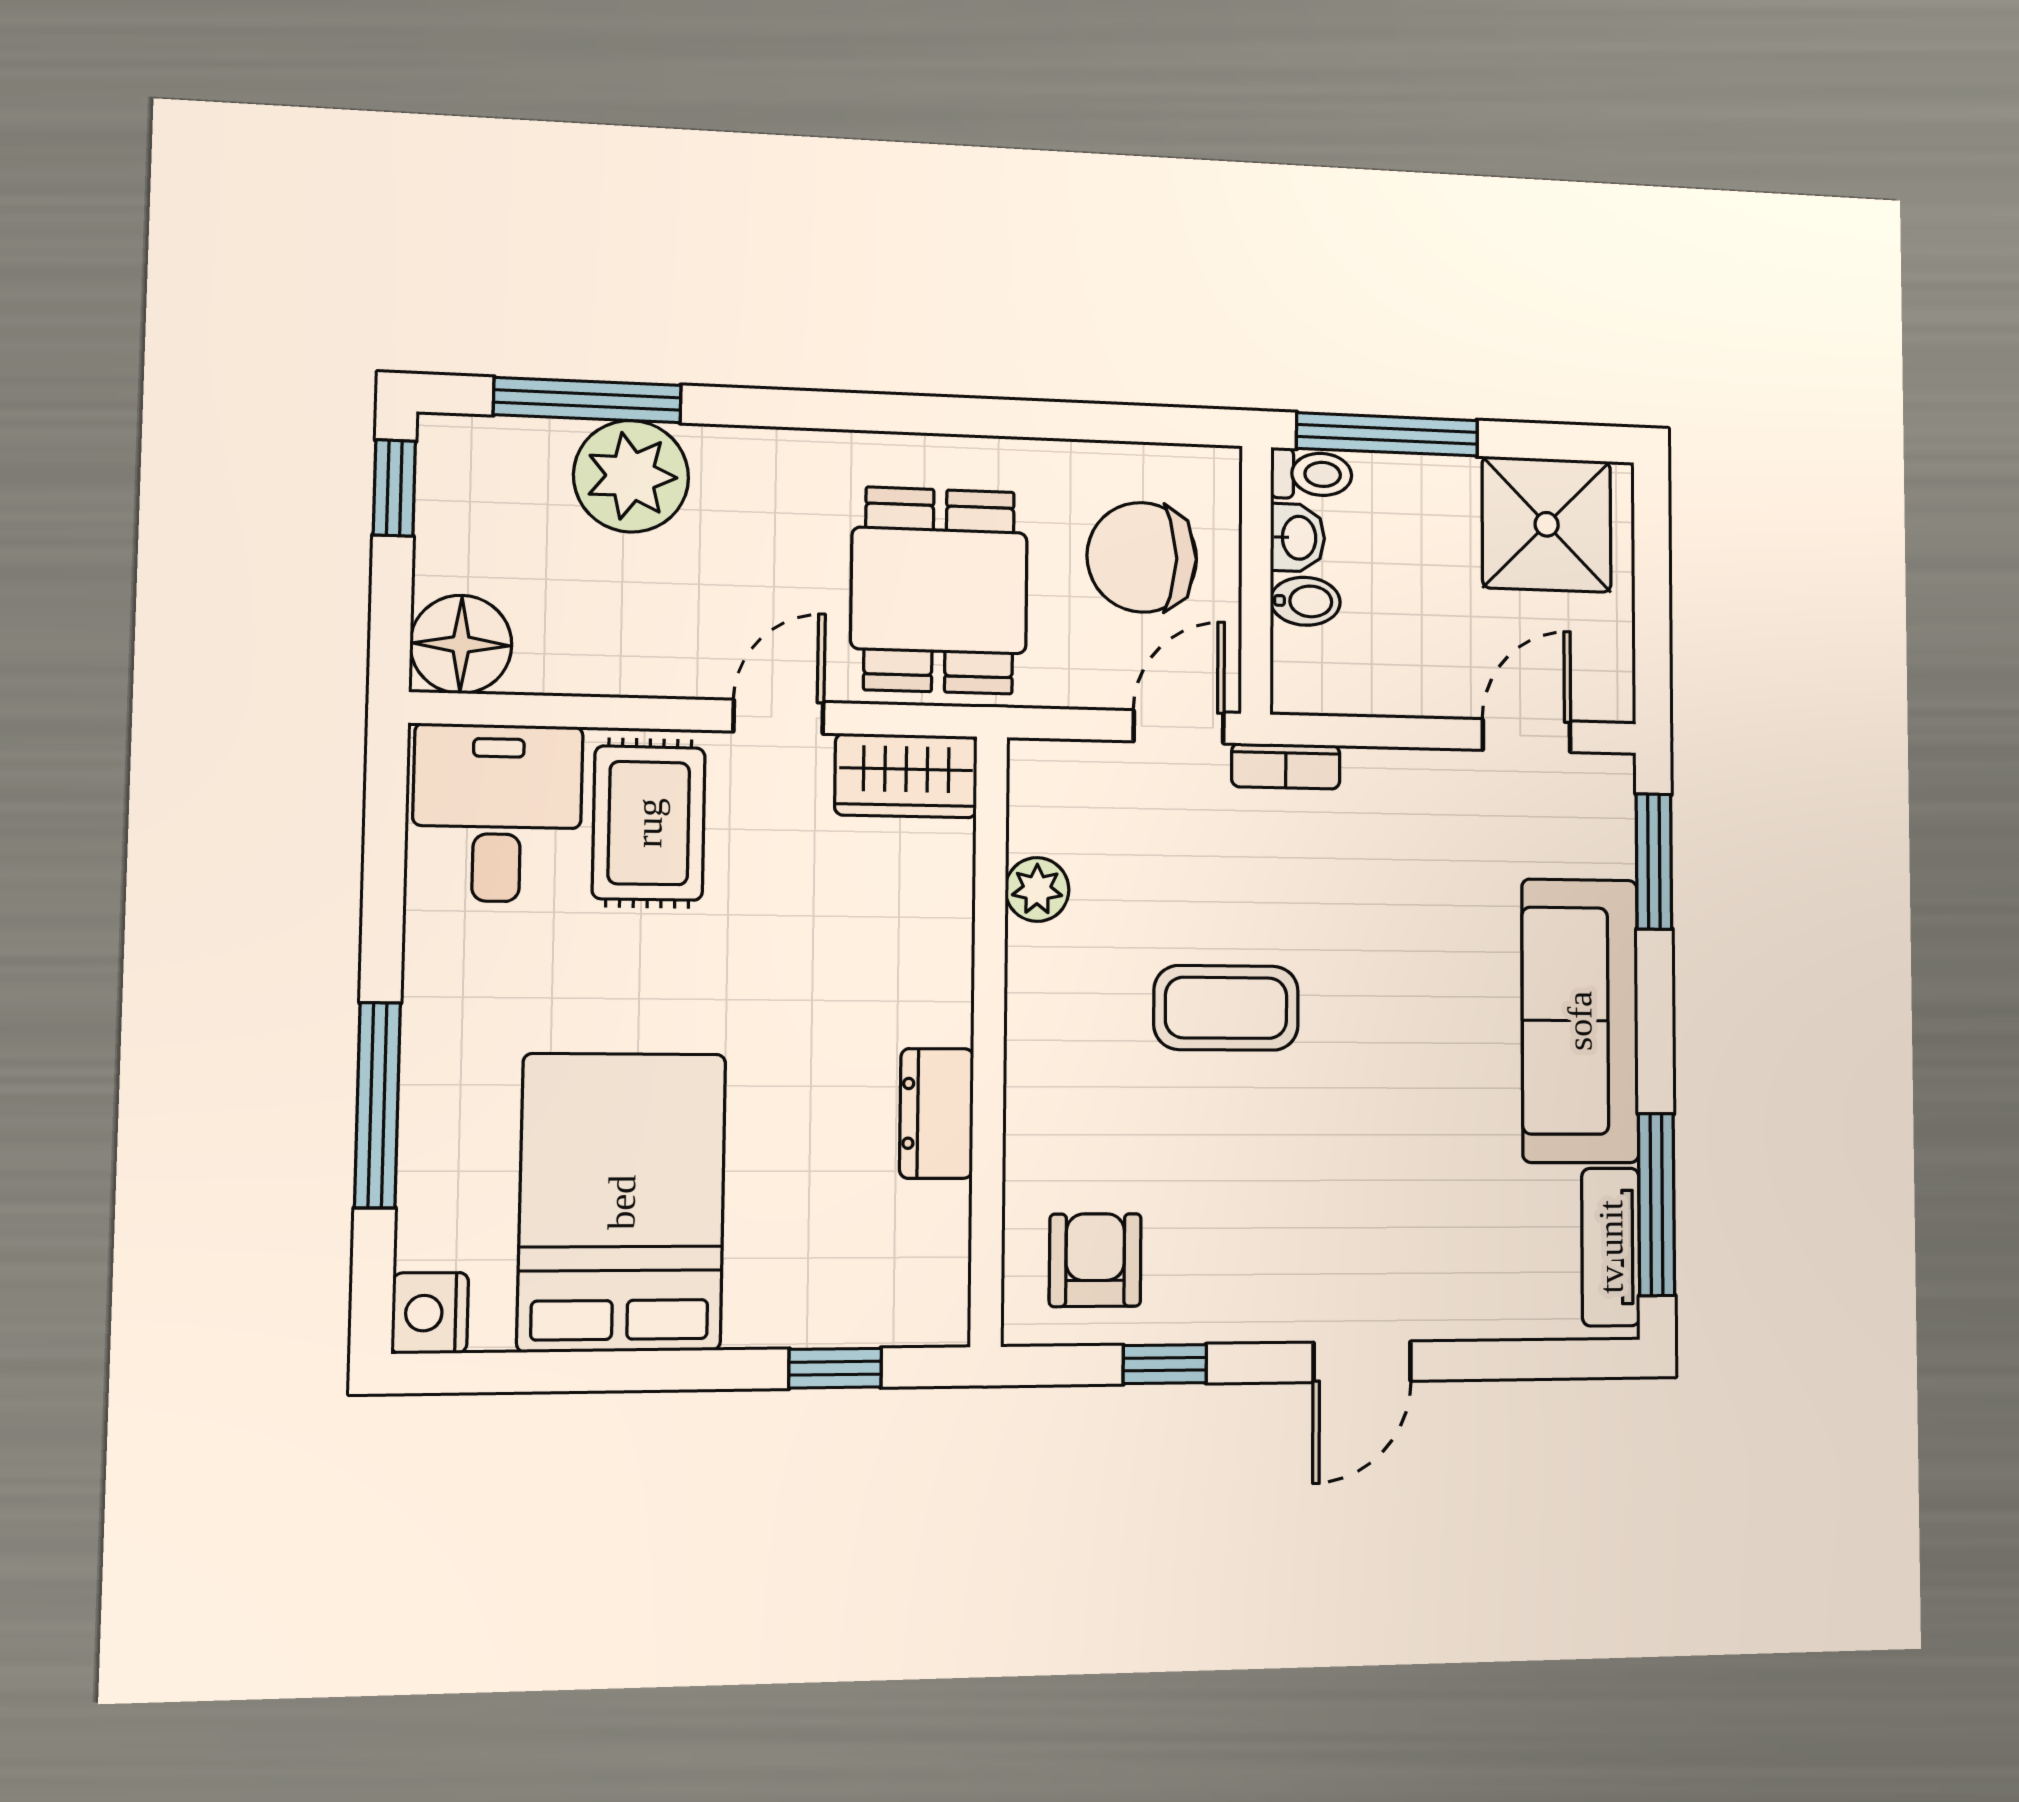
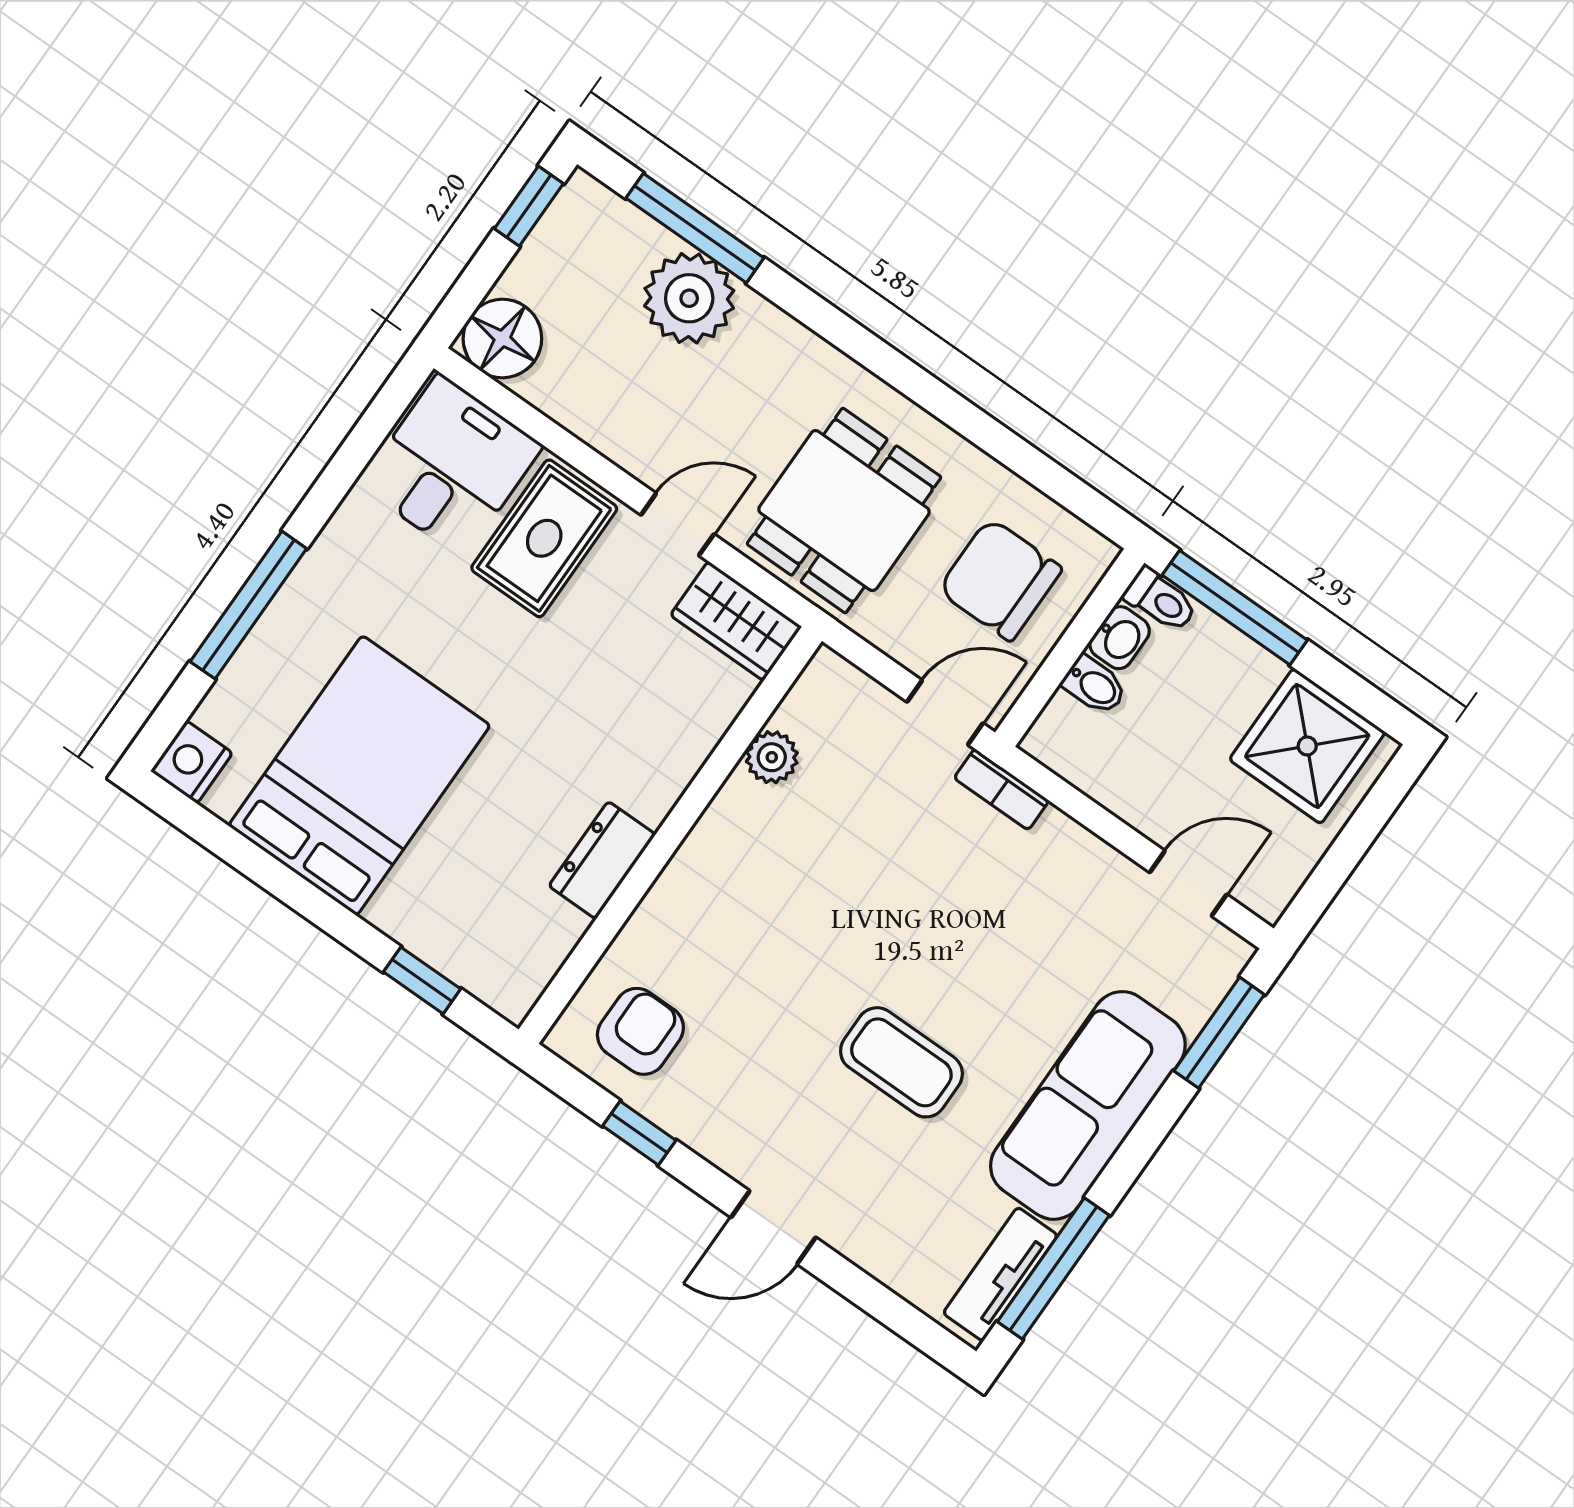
coffee table: (1226, 1008) -> (901, 1062), moved

